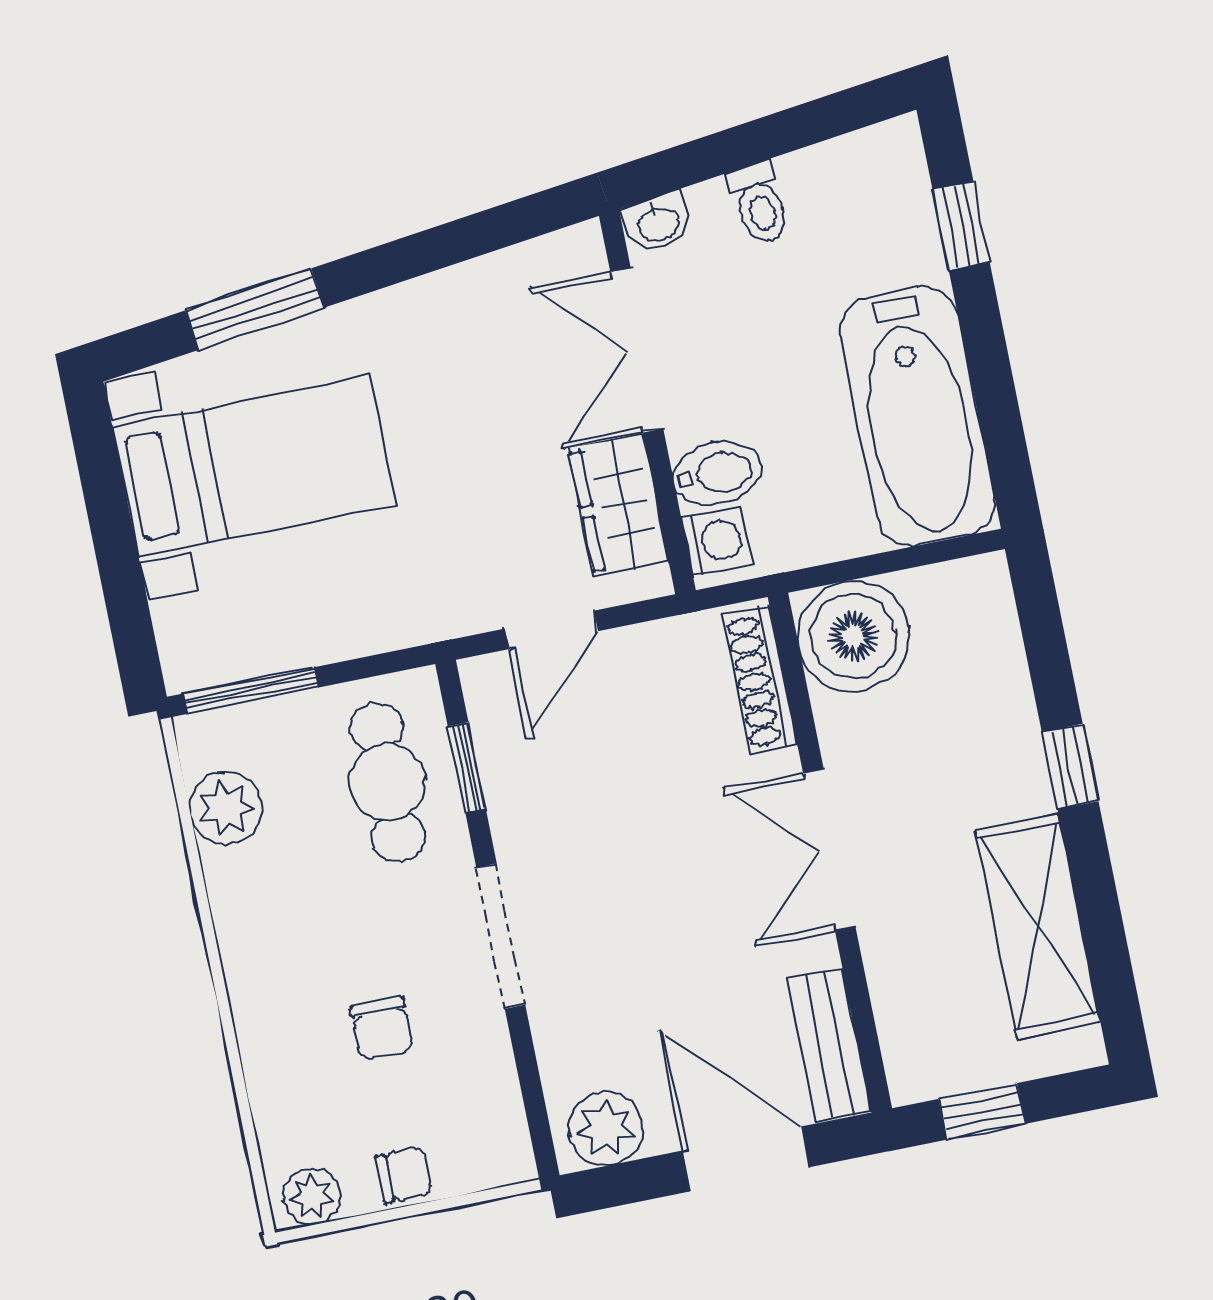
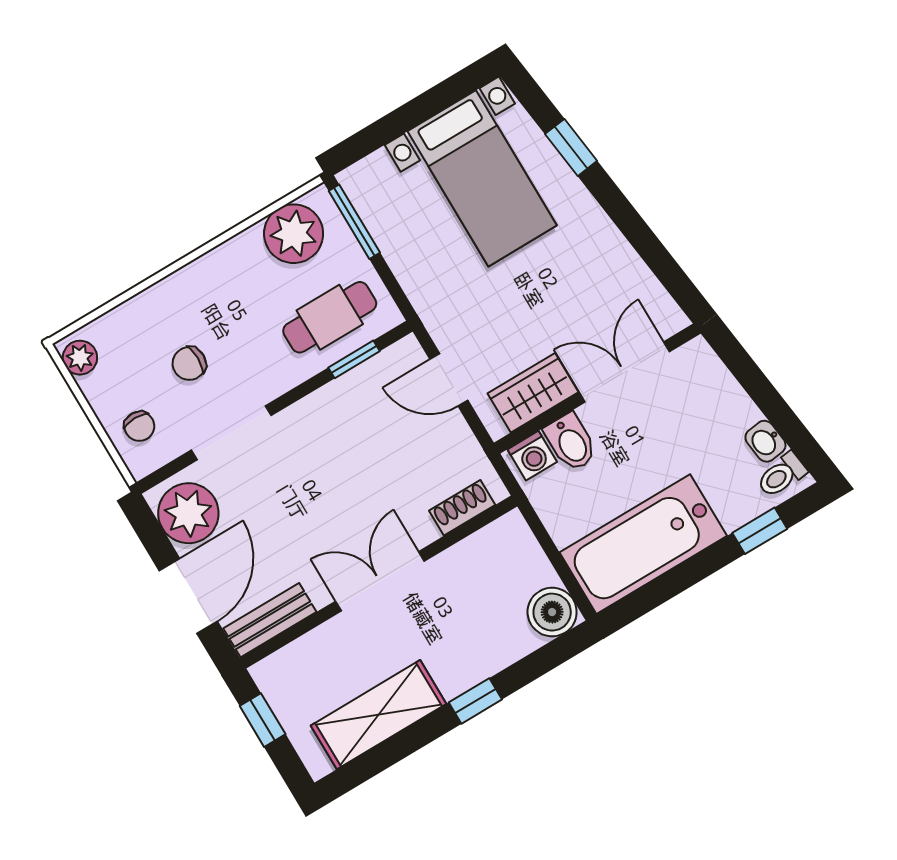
toilet: (759, 203) -> (782, 475), moved
washbasin: (658, 223) -> (765, 441), moved
window: (255, 309) -> (571, 147), width x0.67
boiler: (854, 636) -> (552, 612), moved, width x0.73, depth x0.73
shoe rack: (760, 680) -> (462, 508), width x0.70
plant: (226, 808) -> (294, 234), width x1.36, depth x1.36
doorway: (501, 936) -> (231, 433), moved
plant: (606, 1128) -> (188, 513), width x1.36, depth x1.36
chair: (403, 1175) -> (139, 426), moved

